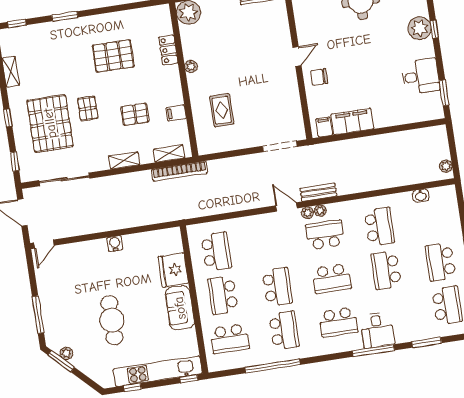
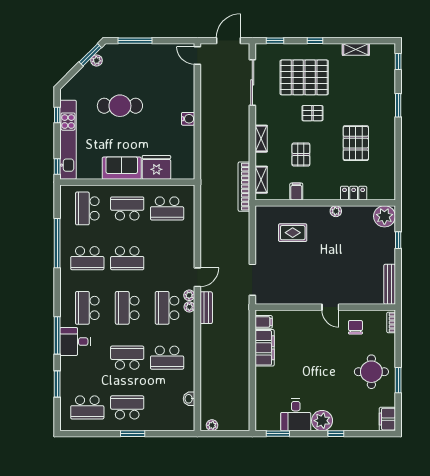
plant: (419, 28) -> (322, 421), moved
chair: (319, 77) -> (355, 327), moved
school desk: (325, 235) -> (167, 308), turned 180

